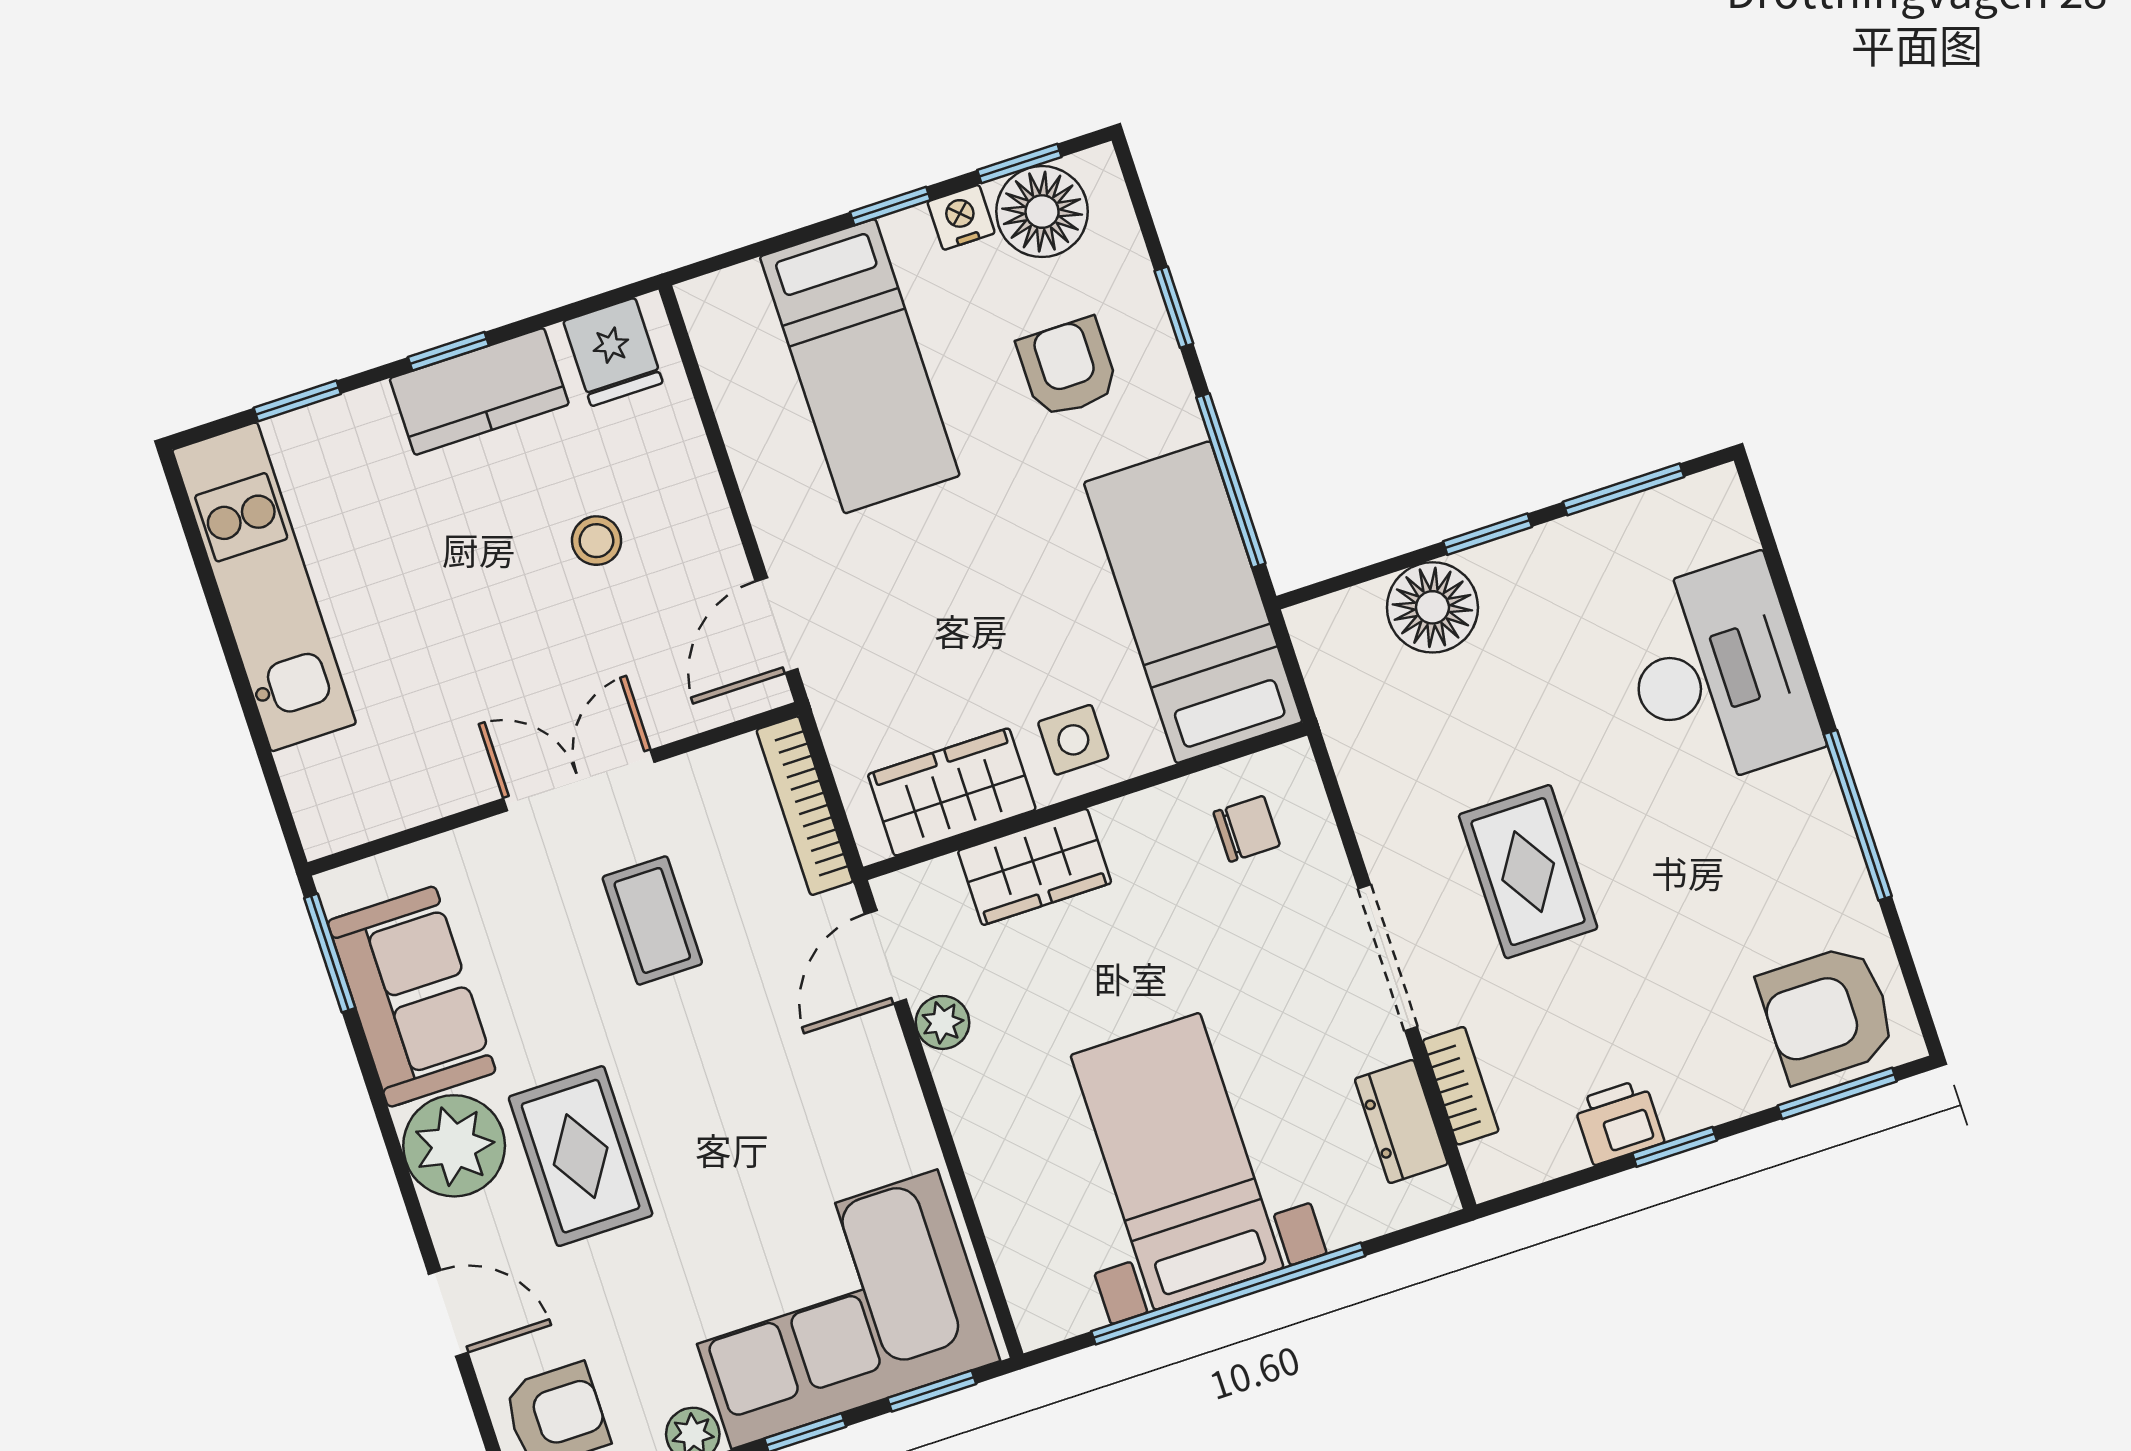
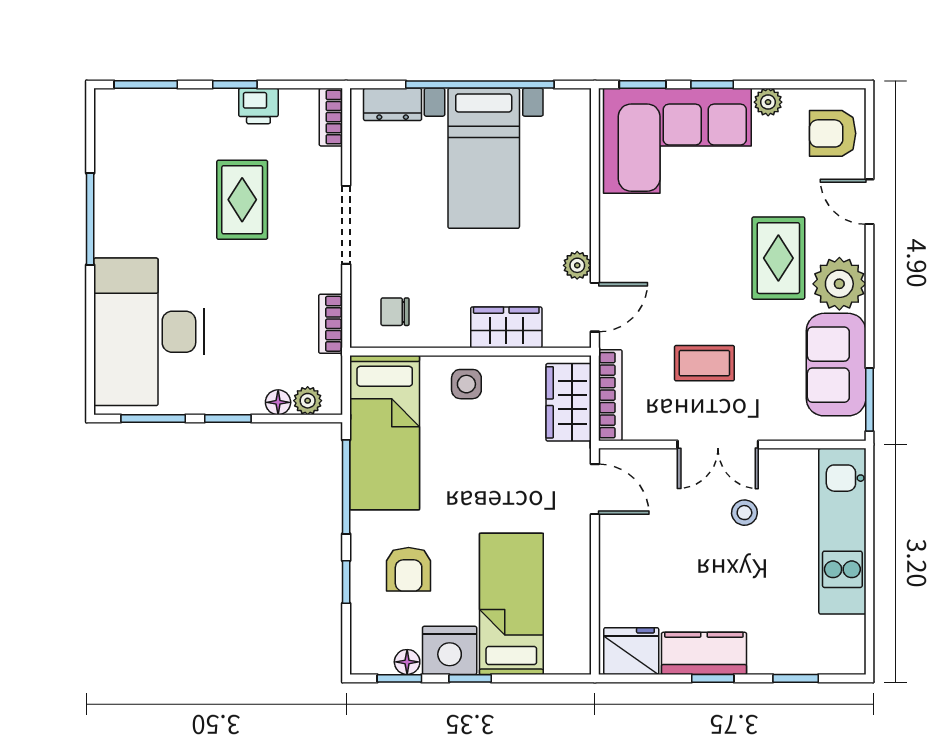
floor lamp: (1042, 212) -> (407, 662), width x0.53, depth x0.53
nightstand: (961, 217) -> (450, 650), width x1.89, depth x1.79
fridge: (613, 352) -> (631, 651), width x1.38
stool: (596, 541) -> (744, 513), moved
kitchen unit: (264, 587) -> (842, 531), moved
floor lamp: (1432, 607) -> (278, 402), width x0.53, depth x0.53
plant: (1353, 614) -> (308, 401), added
door: (776, 625) -> (595, 489), hinge flipped
desk: (1718, 673) -> (149, 332), width x1.36, depth x1.30
bookcase: (1357, 768) -> (331, 324), added
wardrobe: (952, 792) -> (569, 402), moved, turned 90
rug: (1528, 872) -> (242, 200), moved
coffee table: (652, 920) -> (704, 363), turned 90
armchair: (1827, 1014) -> (138, 126), removed
bookcase: (1461, 1086) -> (331, 117), moved
dresser: (1401, 1121) -> (393, 104), moved, turned 90

